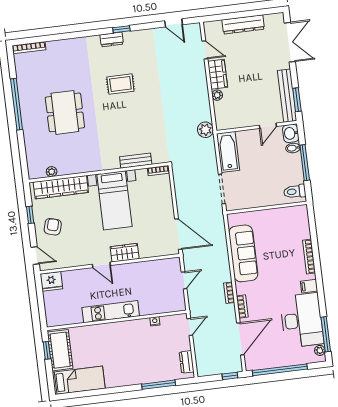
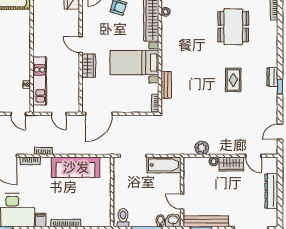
door: (205, 50) -> (254, 156), hinge flipped
dining table: (65, 112) -> (233, 27), moved, turned 90
plant: (205, 130) -> (202, 148), moved
door: (101, 265) -> (81, 45), hinge flipped
kitchen unit: (111, 312) -> (40, 81), moved

